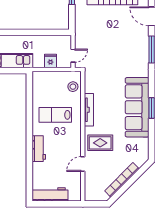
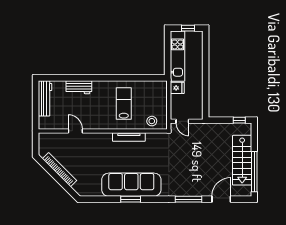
fridge: (50, 61) -> (177, 88), moved
rug: (100, 143) -> (96, 148), removed
workbench: (39, 149) -> (79, 87), moved

